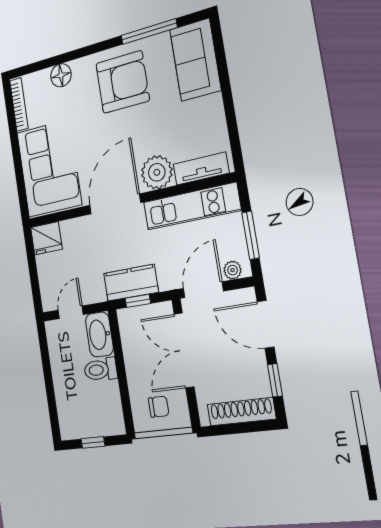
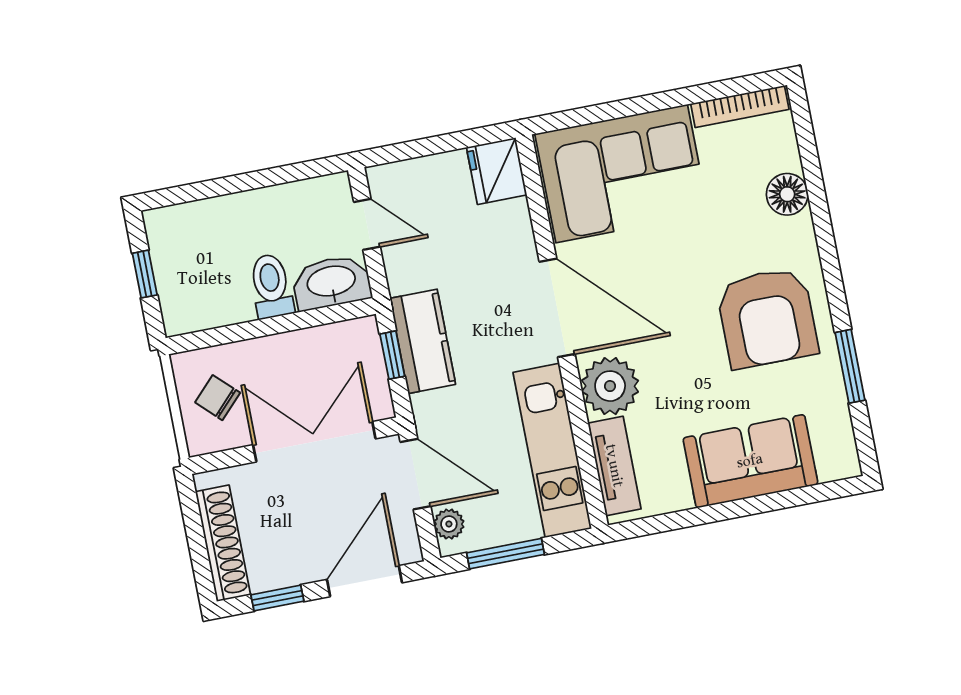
window: (149, 32) -> (850, 366), width x0.69
sofa: (195, 60) -> (750, 461), moved
chair: (159, 407) -> (218, 398), turned 134

